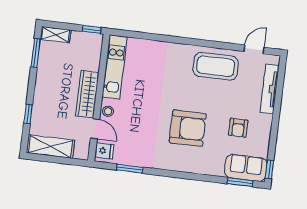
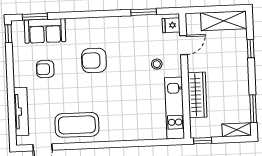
wardrobe: (87, 94) -> (197, 95), moved
stool: (108, 111) -> (157, 64), moved
armchair: (188, 128) -> (94, 60), width x0.73, depth x0.73
armchair: (238, 128) -> (45, 69), turned -90
door: (95, 129) -> (184, 45), swing flipped
sofa: (246, 168) -> (45, 31), moved

